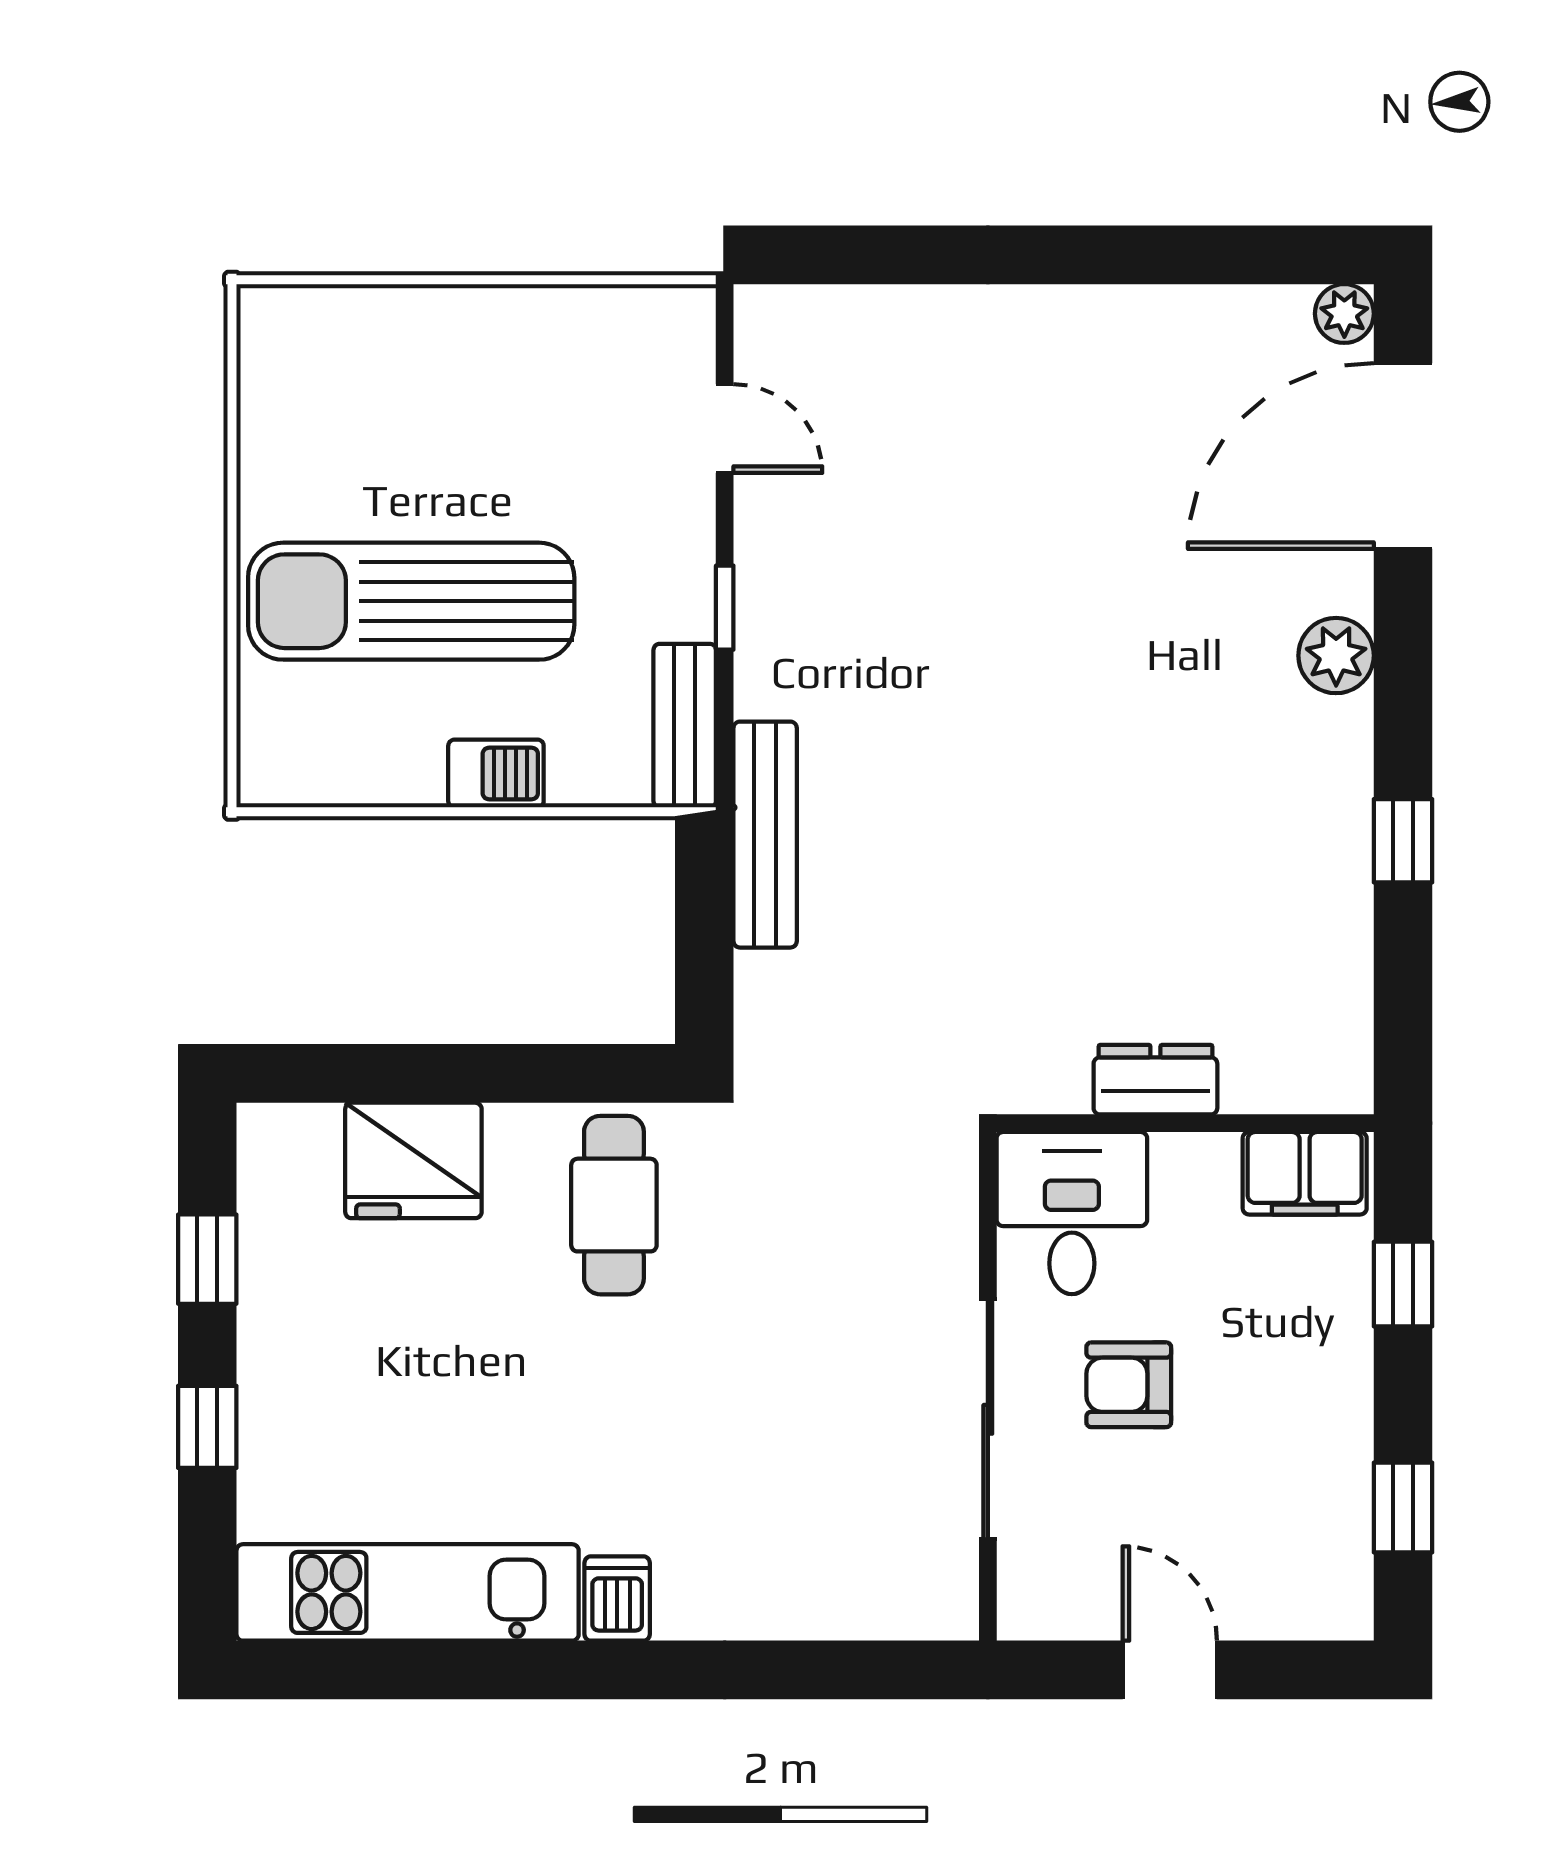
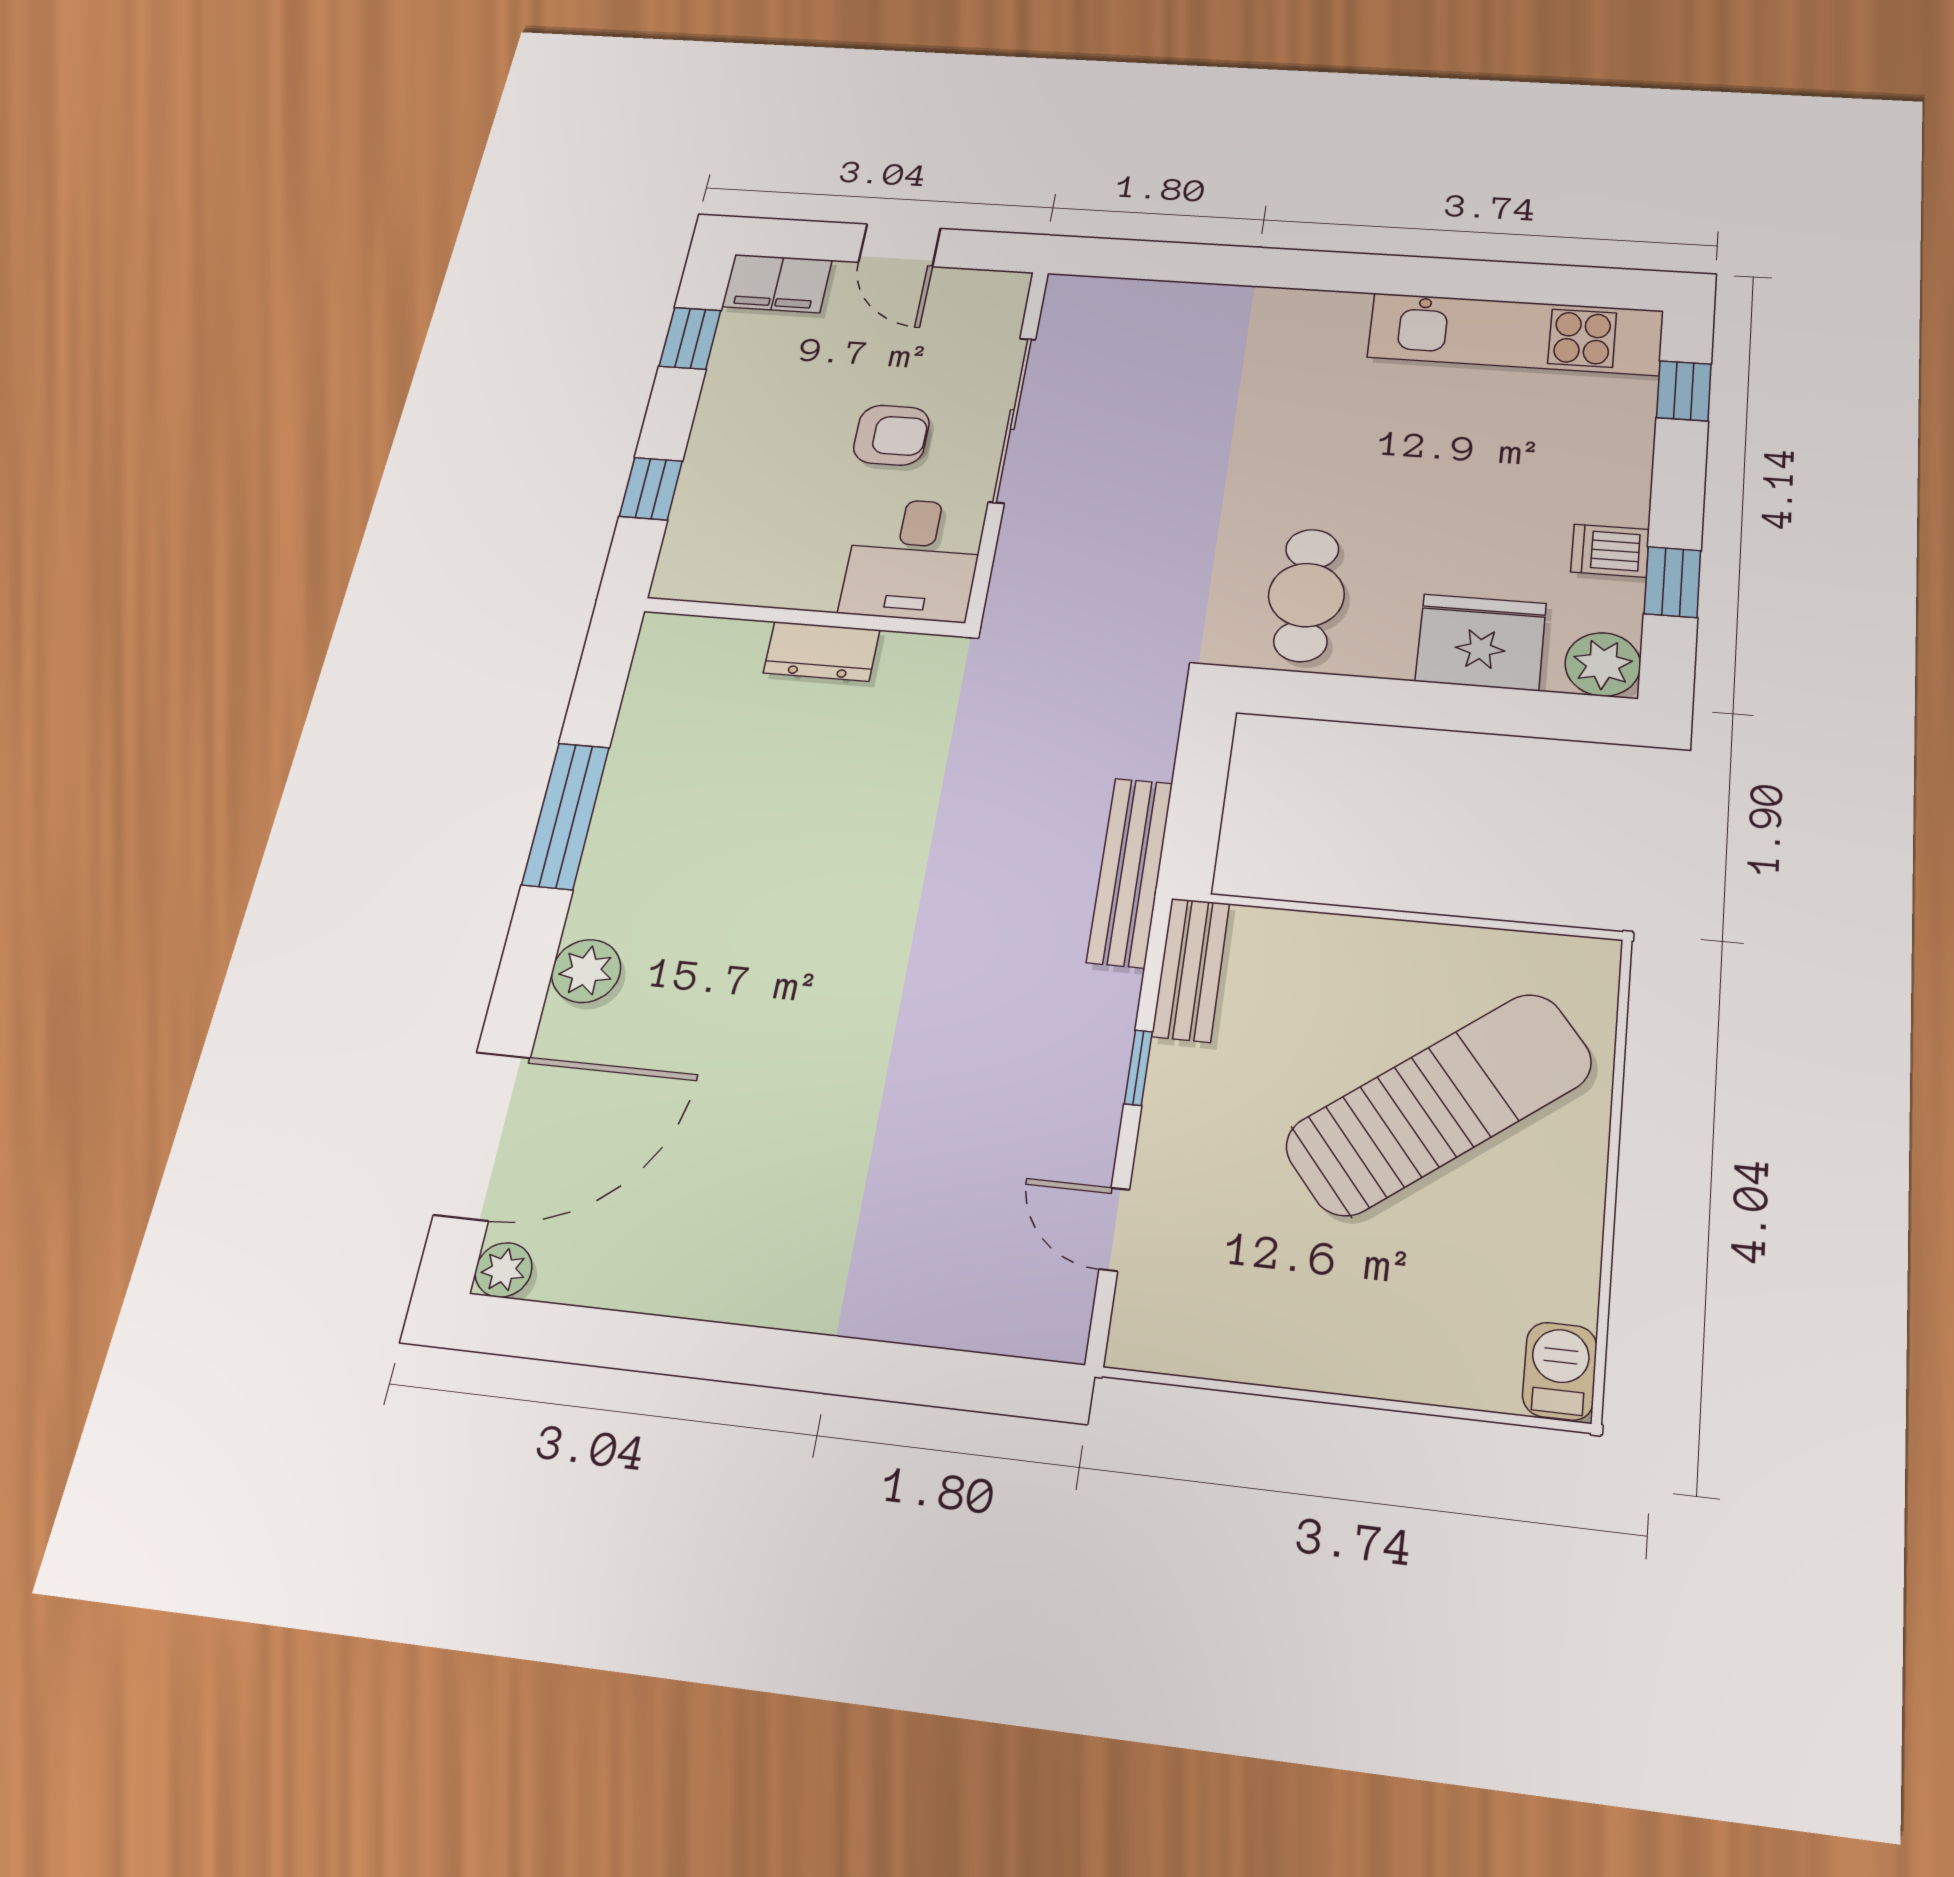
sun lounger: (411, 601) -> (1439, 1104), turned -38
barbecue: (496, 774) -> (1560, 1371), moved, turned 90
window: (1403, 841) -> (566, 816), width x2.17
plant: (278, 1144) -> (1603, 664), added
filing cabinet: (1305, 1173) -> (777, 283), moved, turned 180
window: (207, 1427) -> (1684, 391), moved
dishwasher: (617, 1599) -> (1610, 551), moved, turned 90

